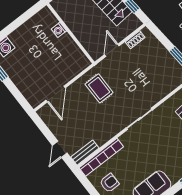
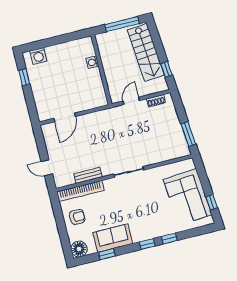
rug: (99, 88) -> (105, 129), removed
door: (60, 149) -> (47, 168), hinge flipped
bench: (85, 153) -> (88, 175), moved

